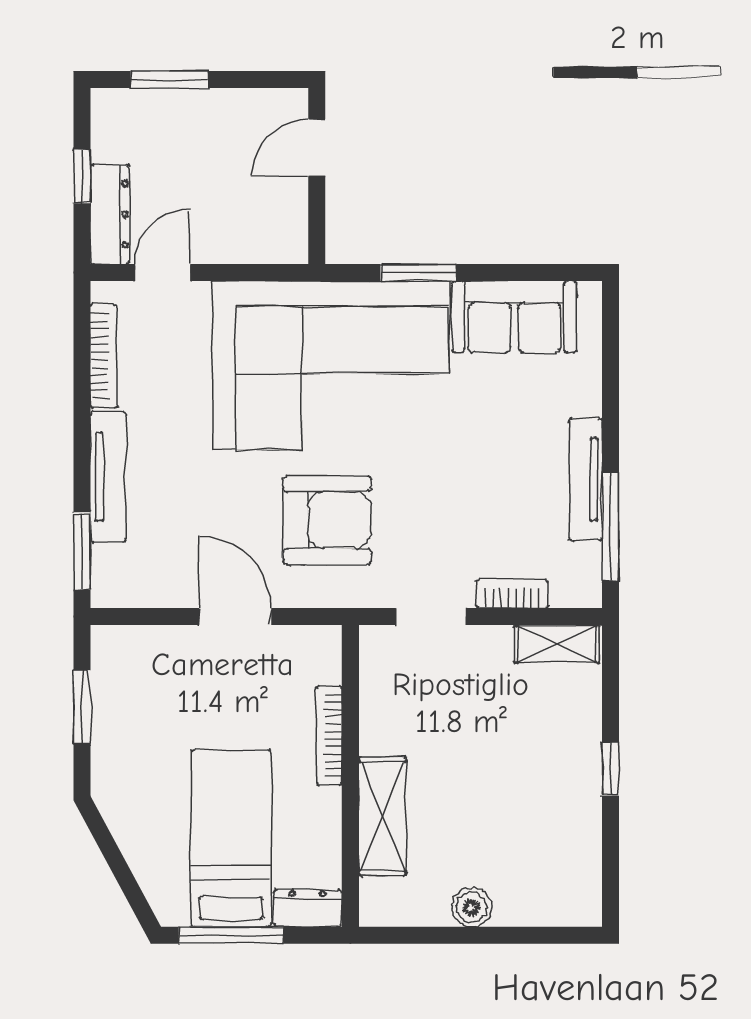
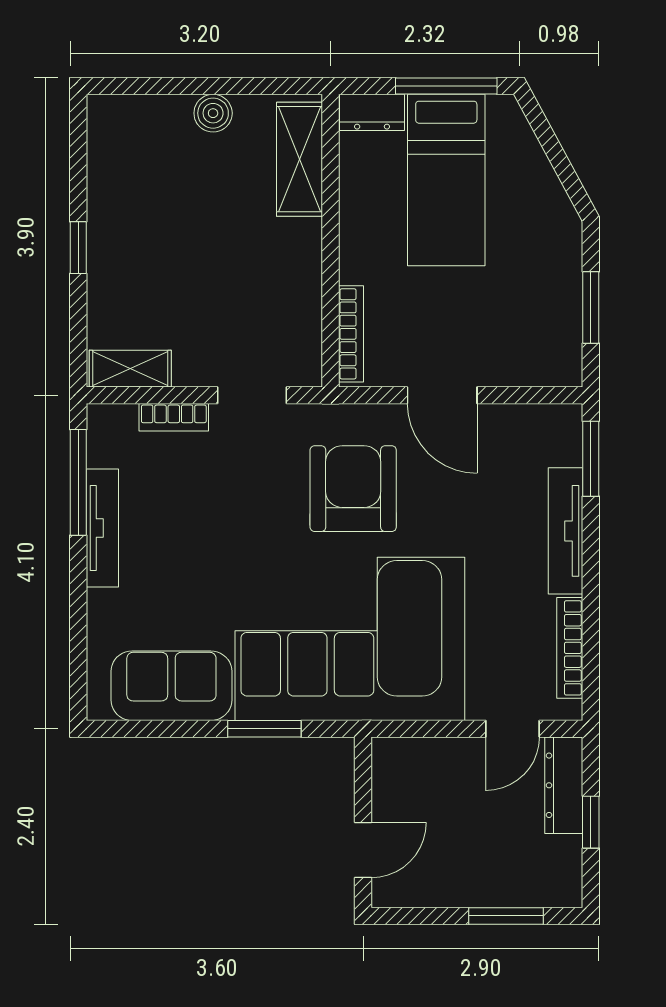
armchair: (327, 520) -> (353, 489), turned 90
bookcase: (329, 735) -> (351, 334), moved
shelving: (382, 816) -> (300, 159), moved

